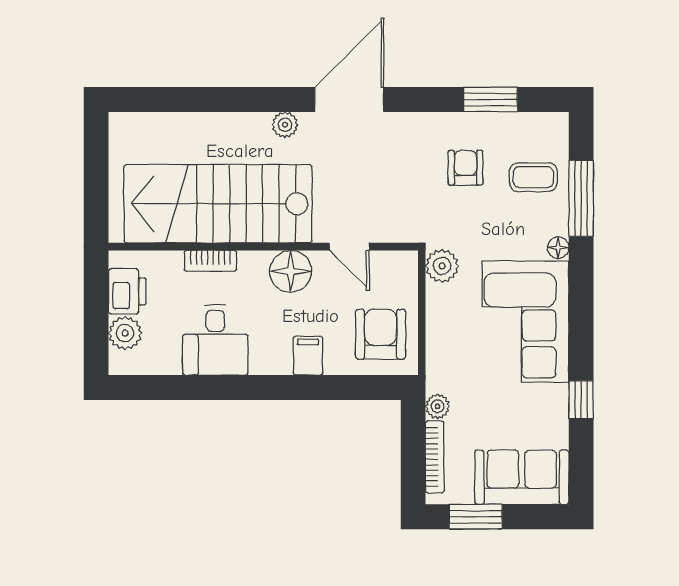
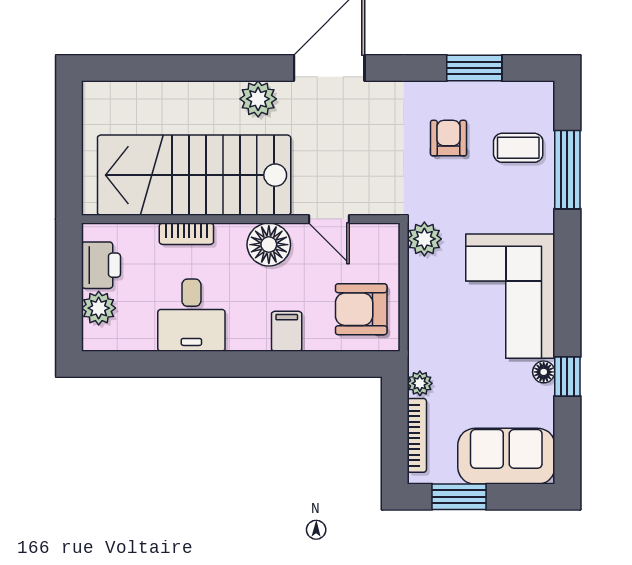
plant: (285, 125) -> (258, 99), width x1.38, depth x1.38
floor lamp: (558, 248) -> (544, 372), moved
armchair: (381, 334) -> (361, 309), turned -90

